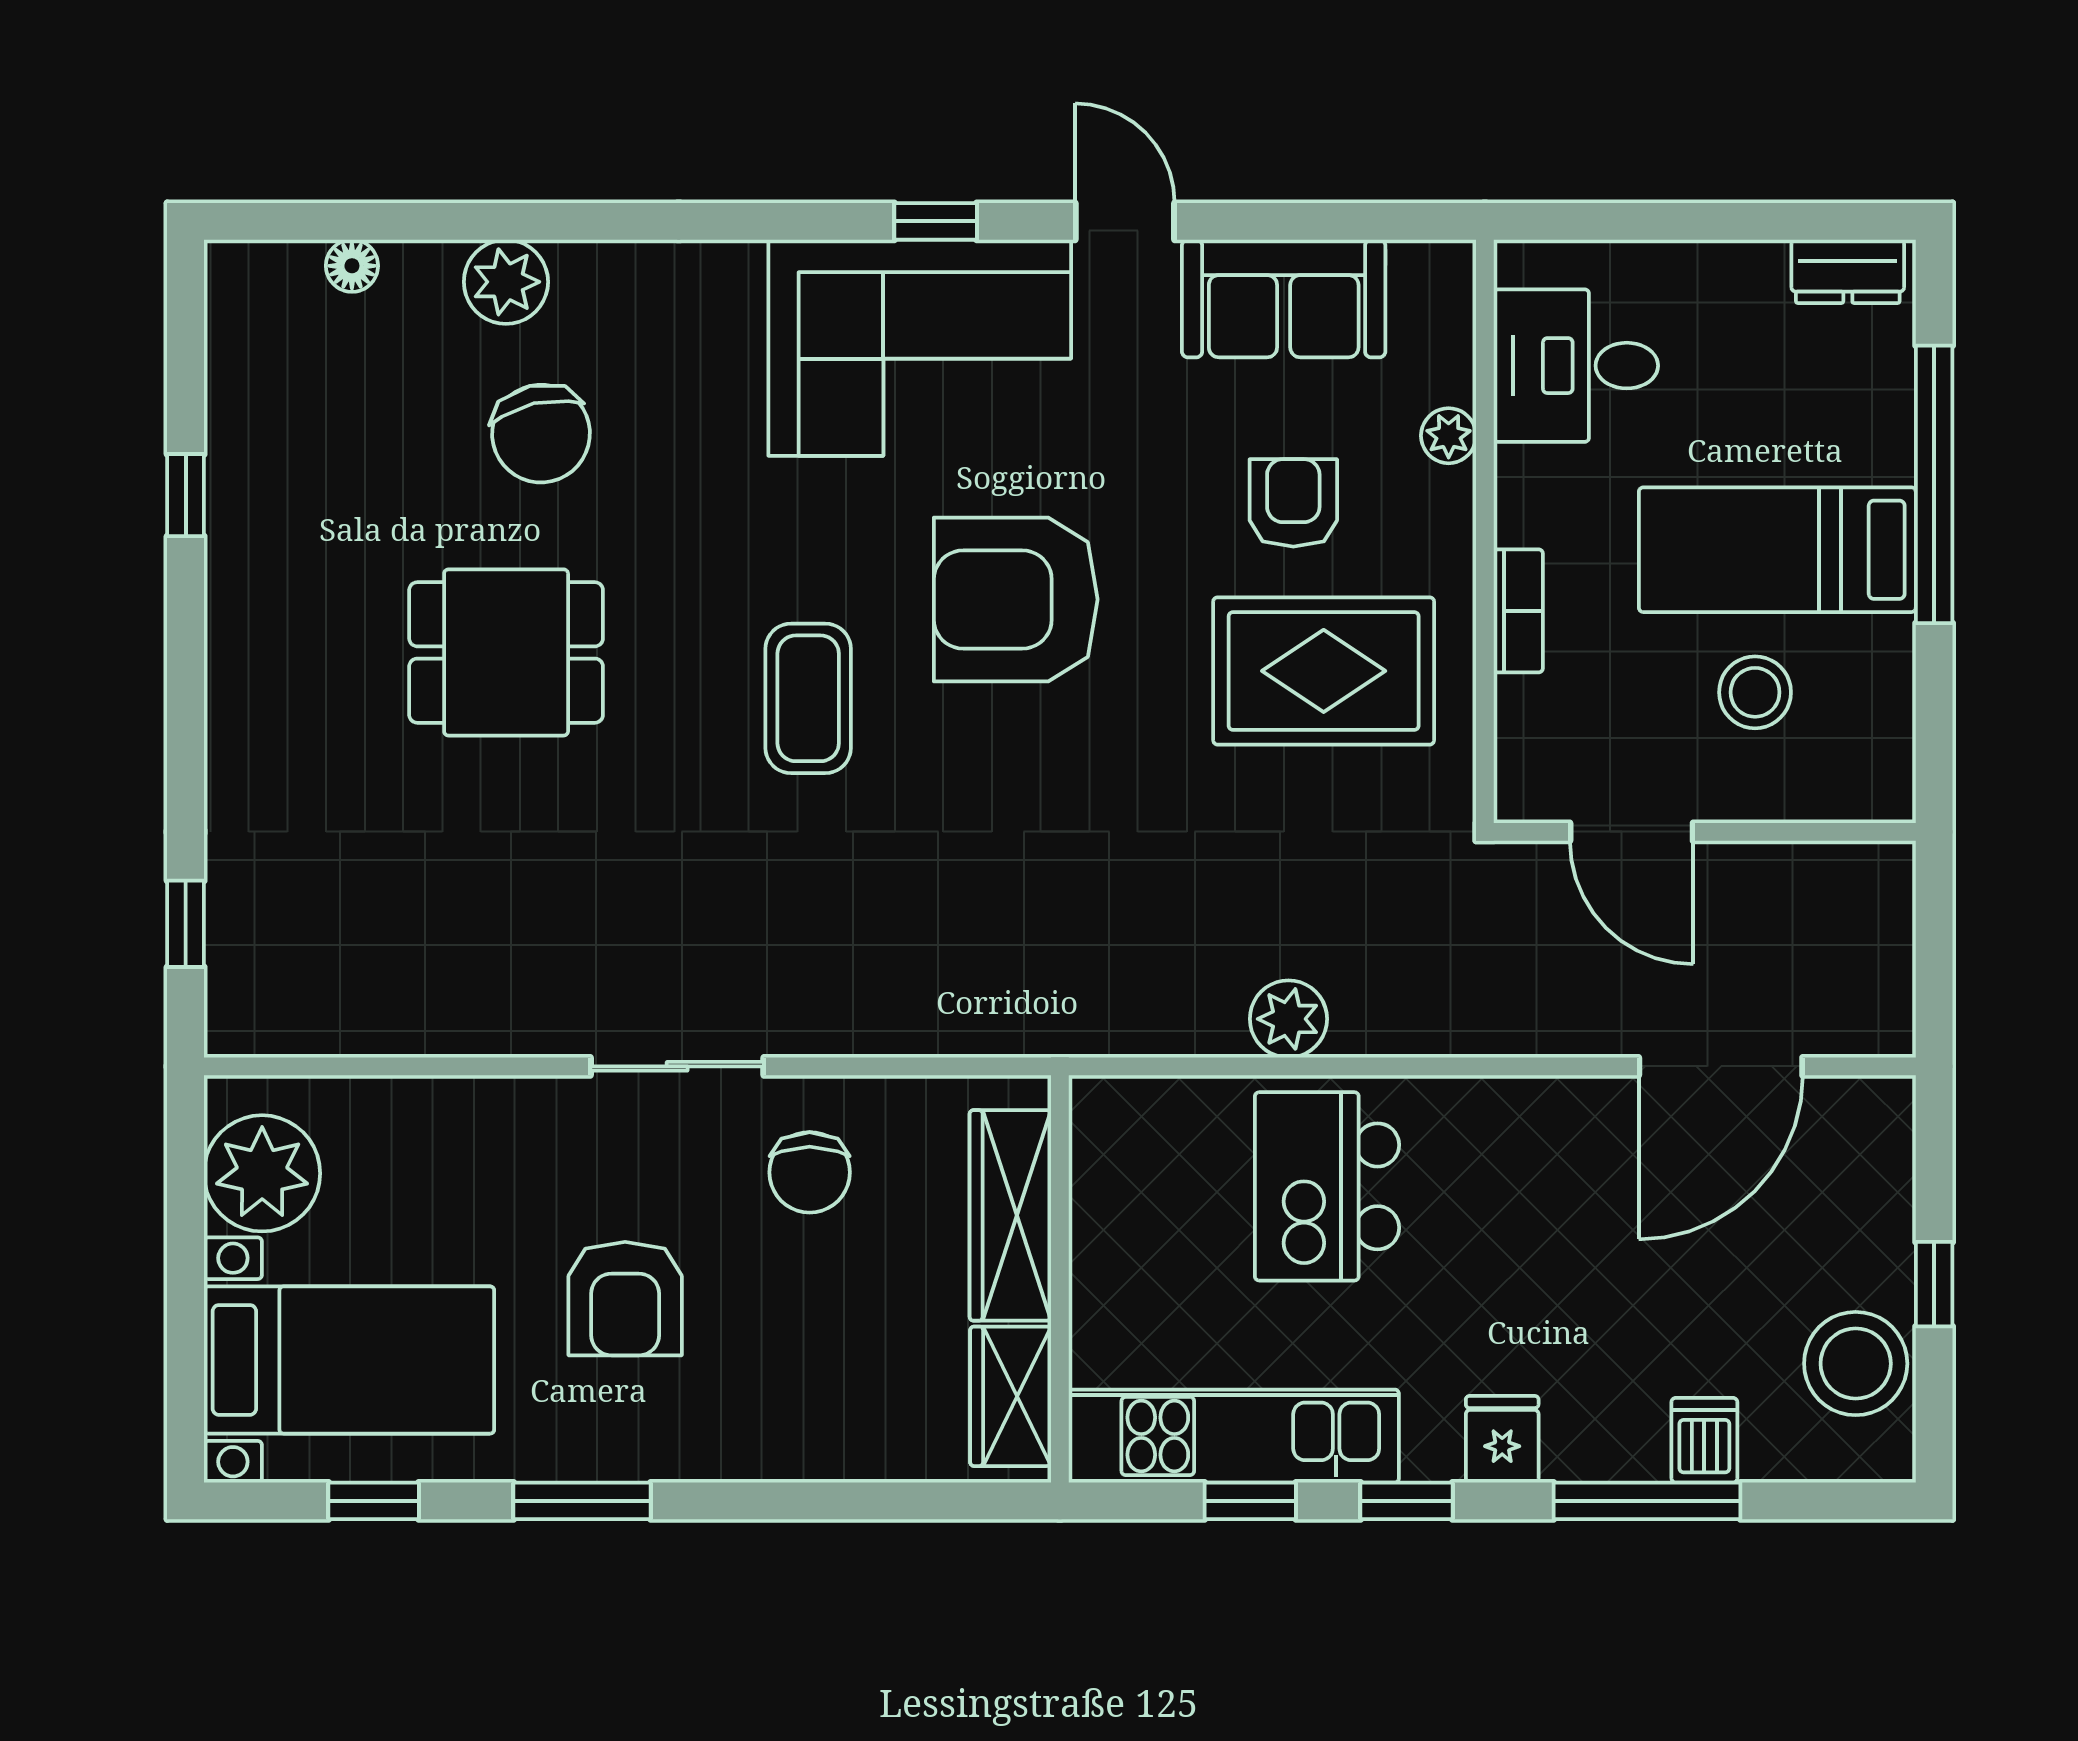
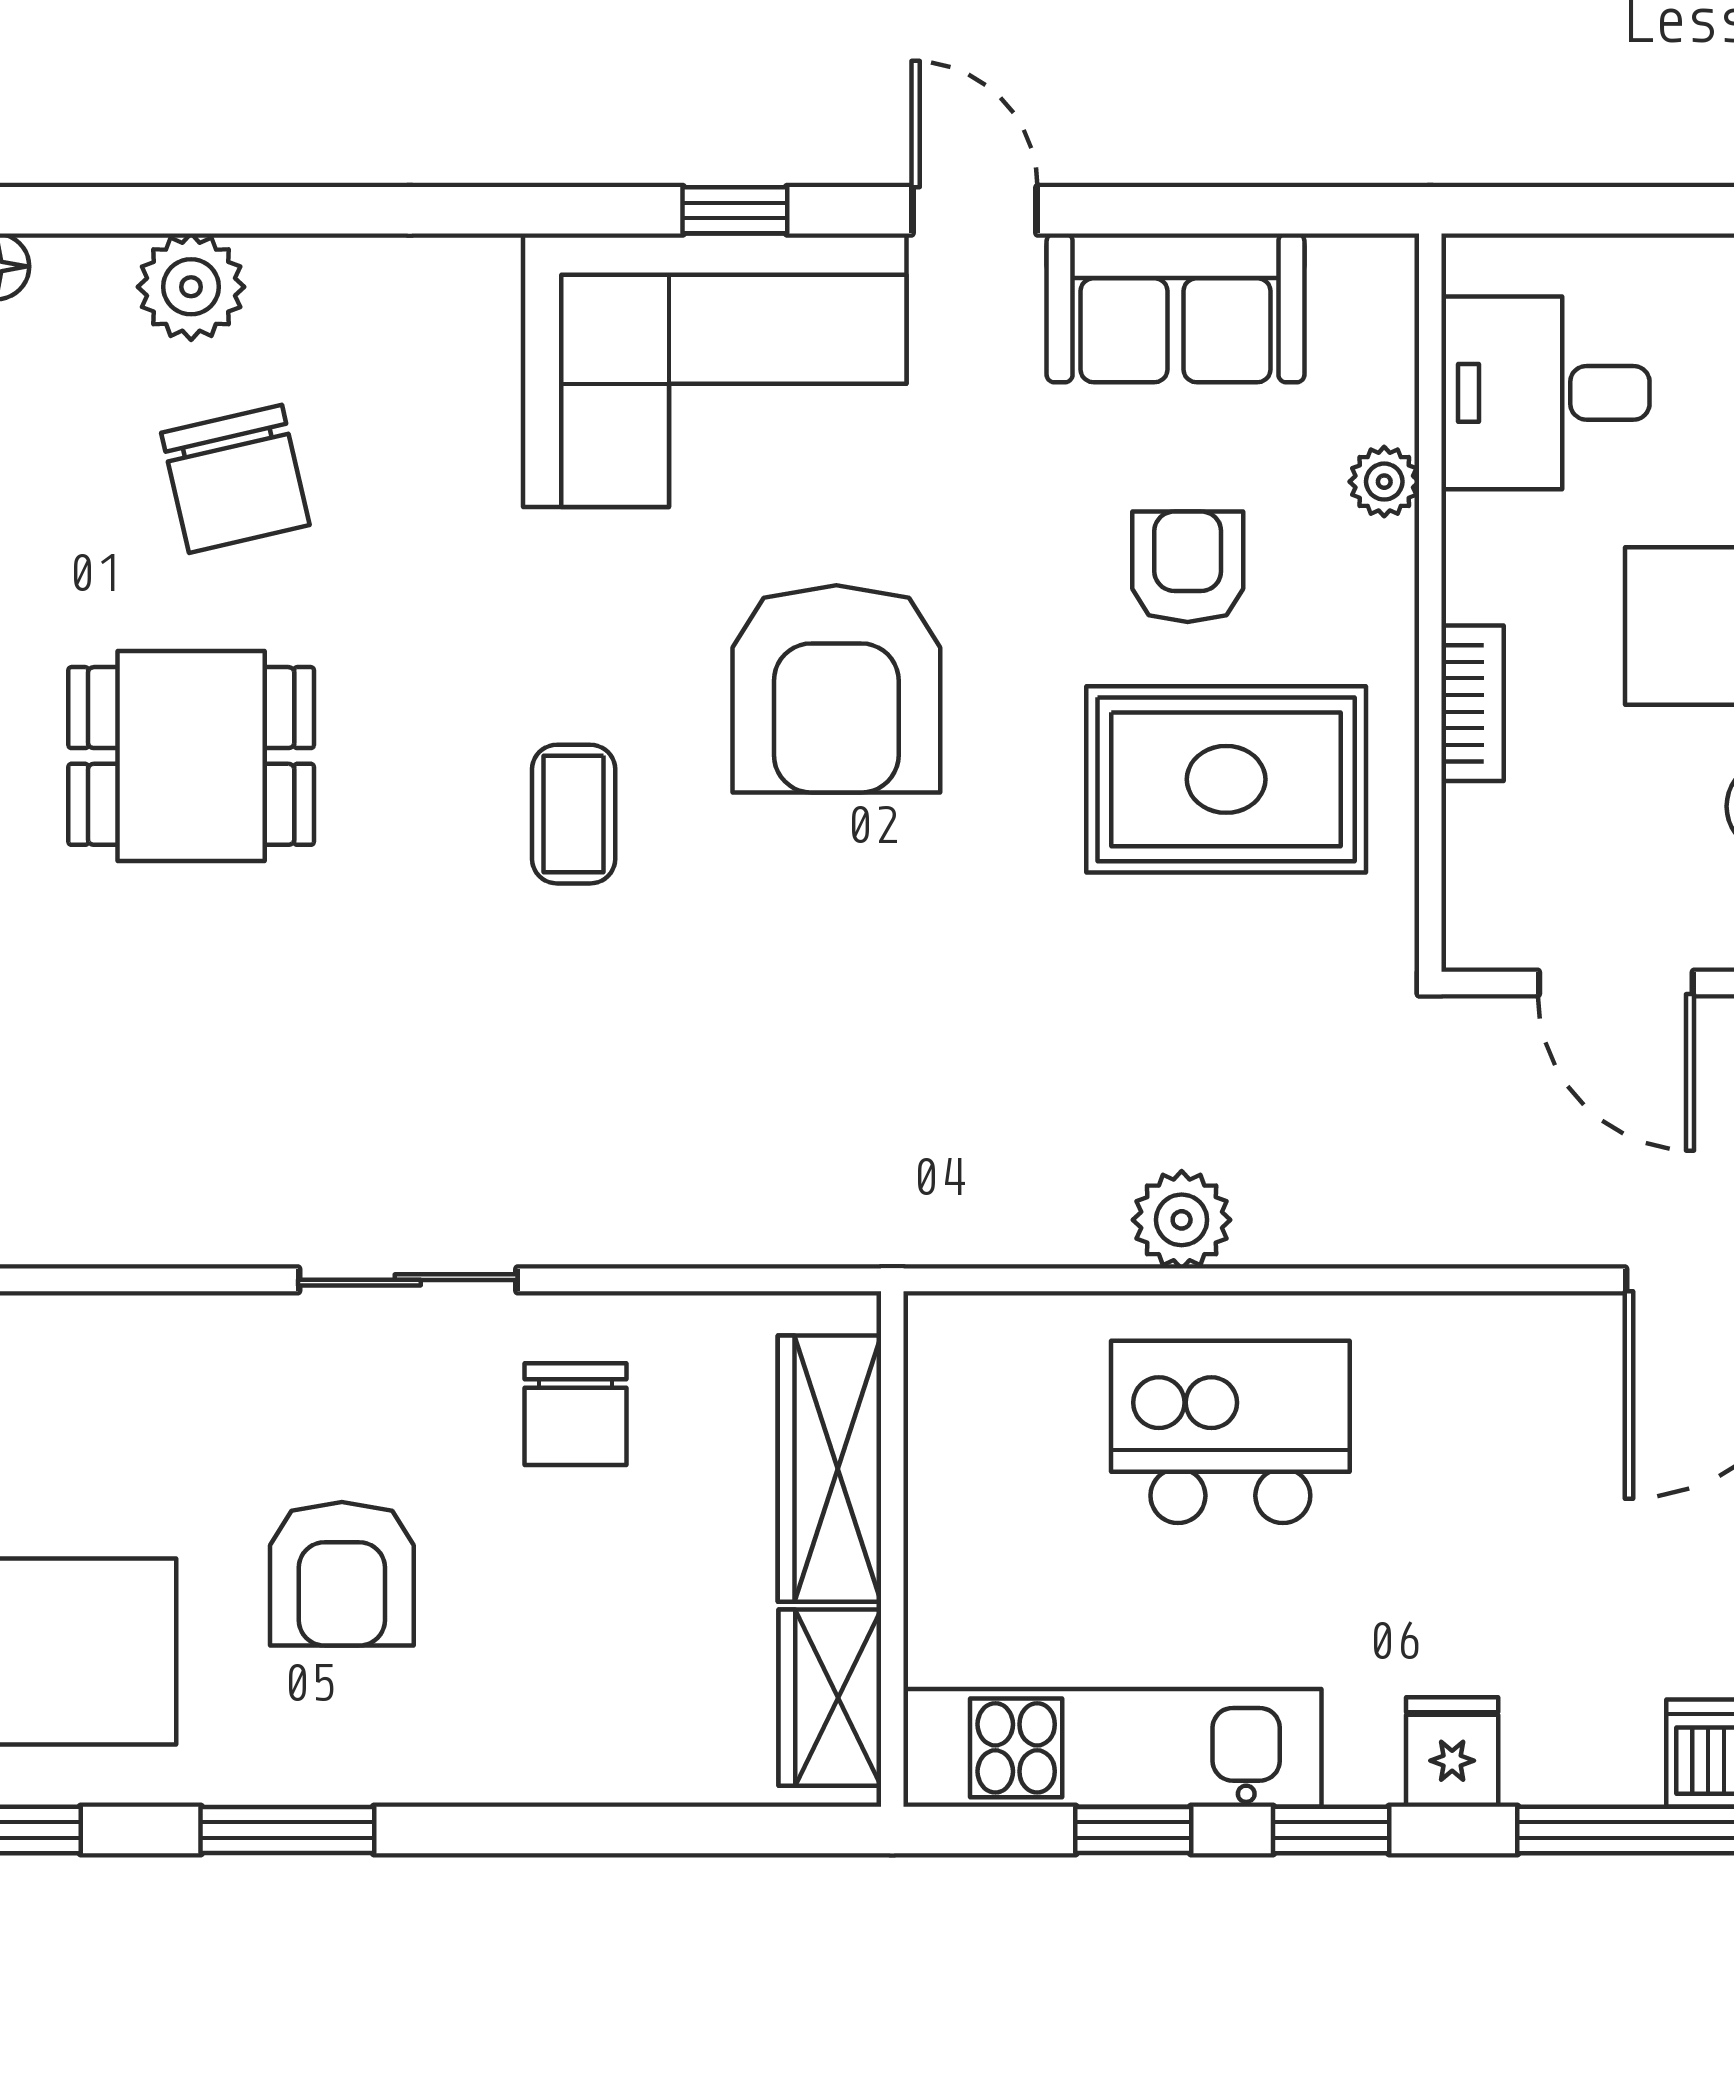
armchair: (1016, 599) -> (836, 689), turned -90
coffee table: (808, 698) -> (574, 814), width x0.73, depth x0.77
kitchen island: (1327, 1186) -> (1230, 1432), turned 90

